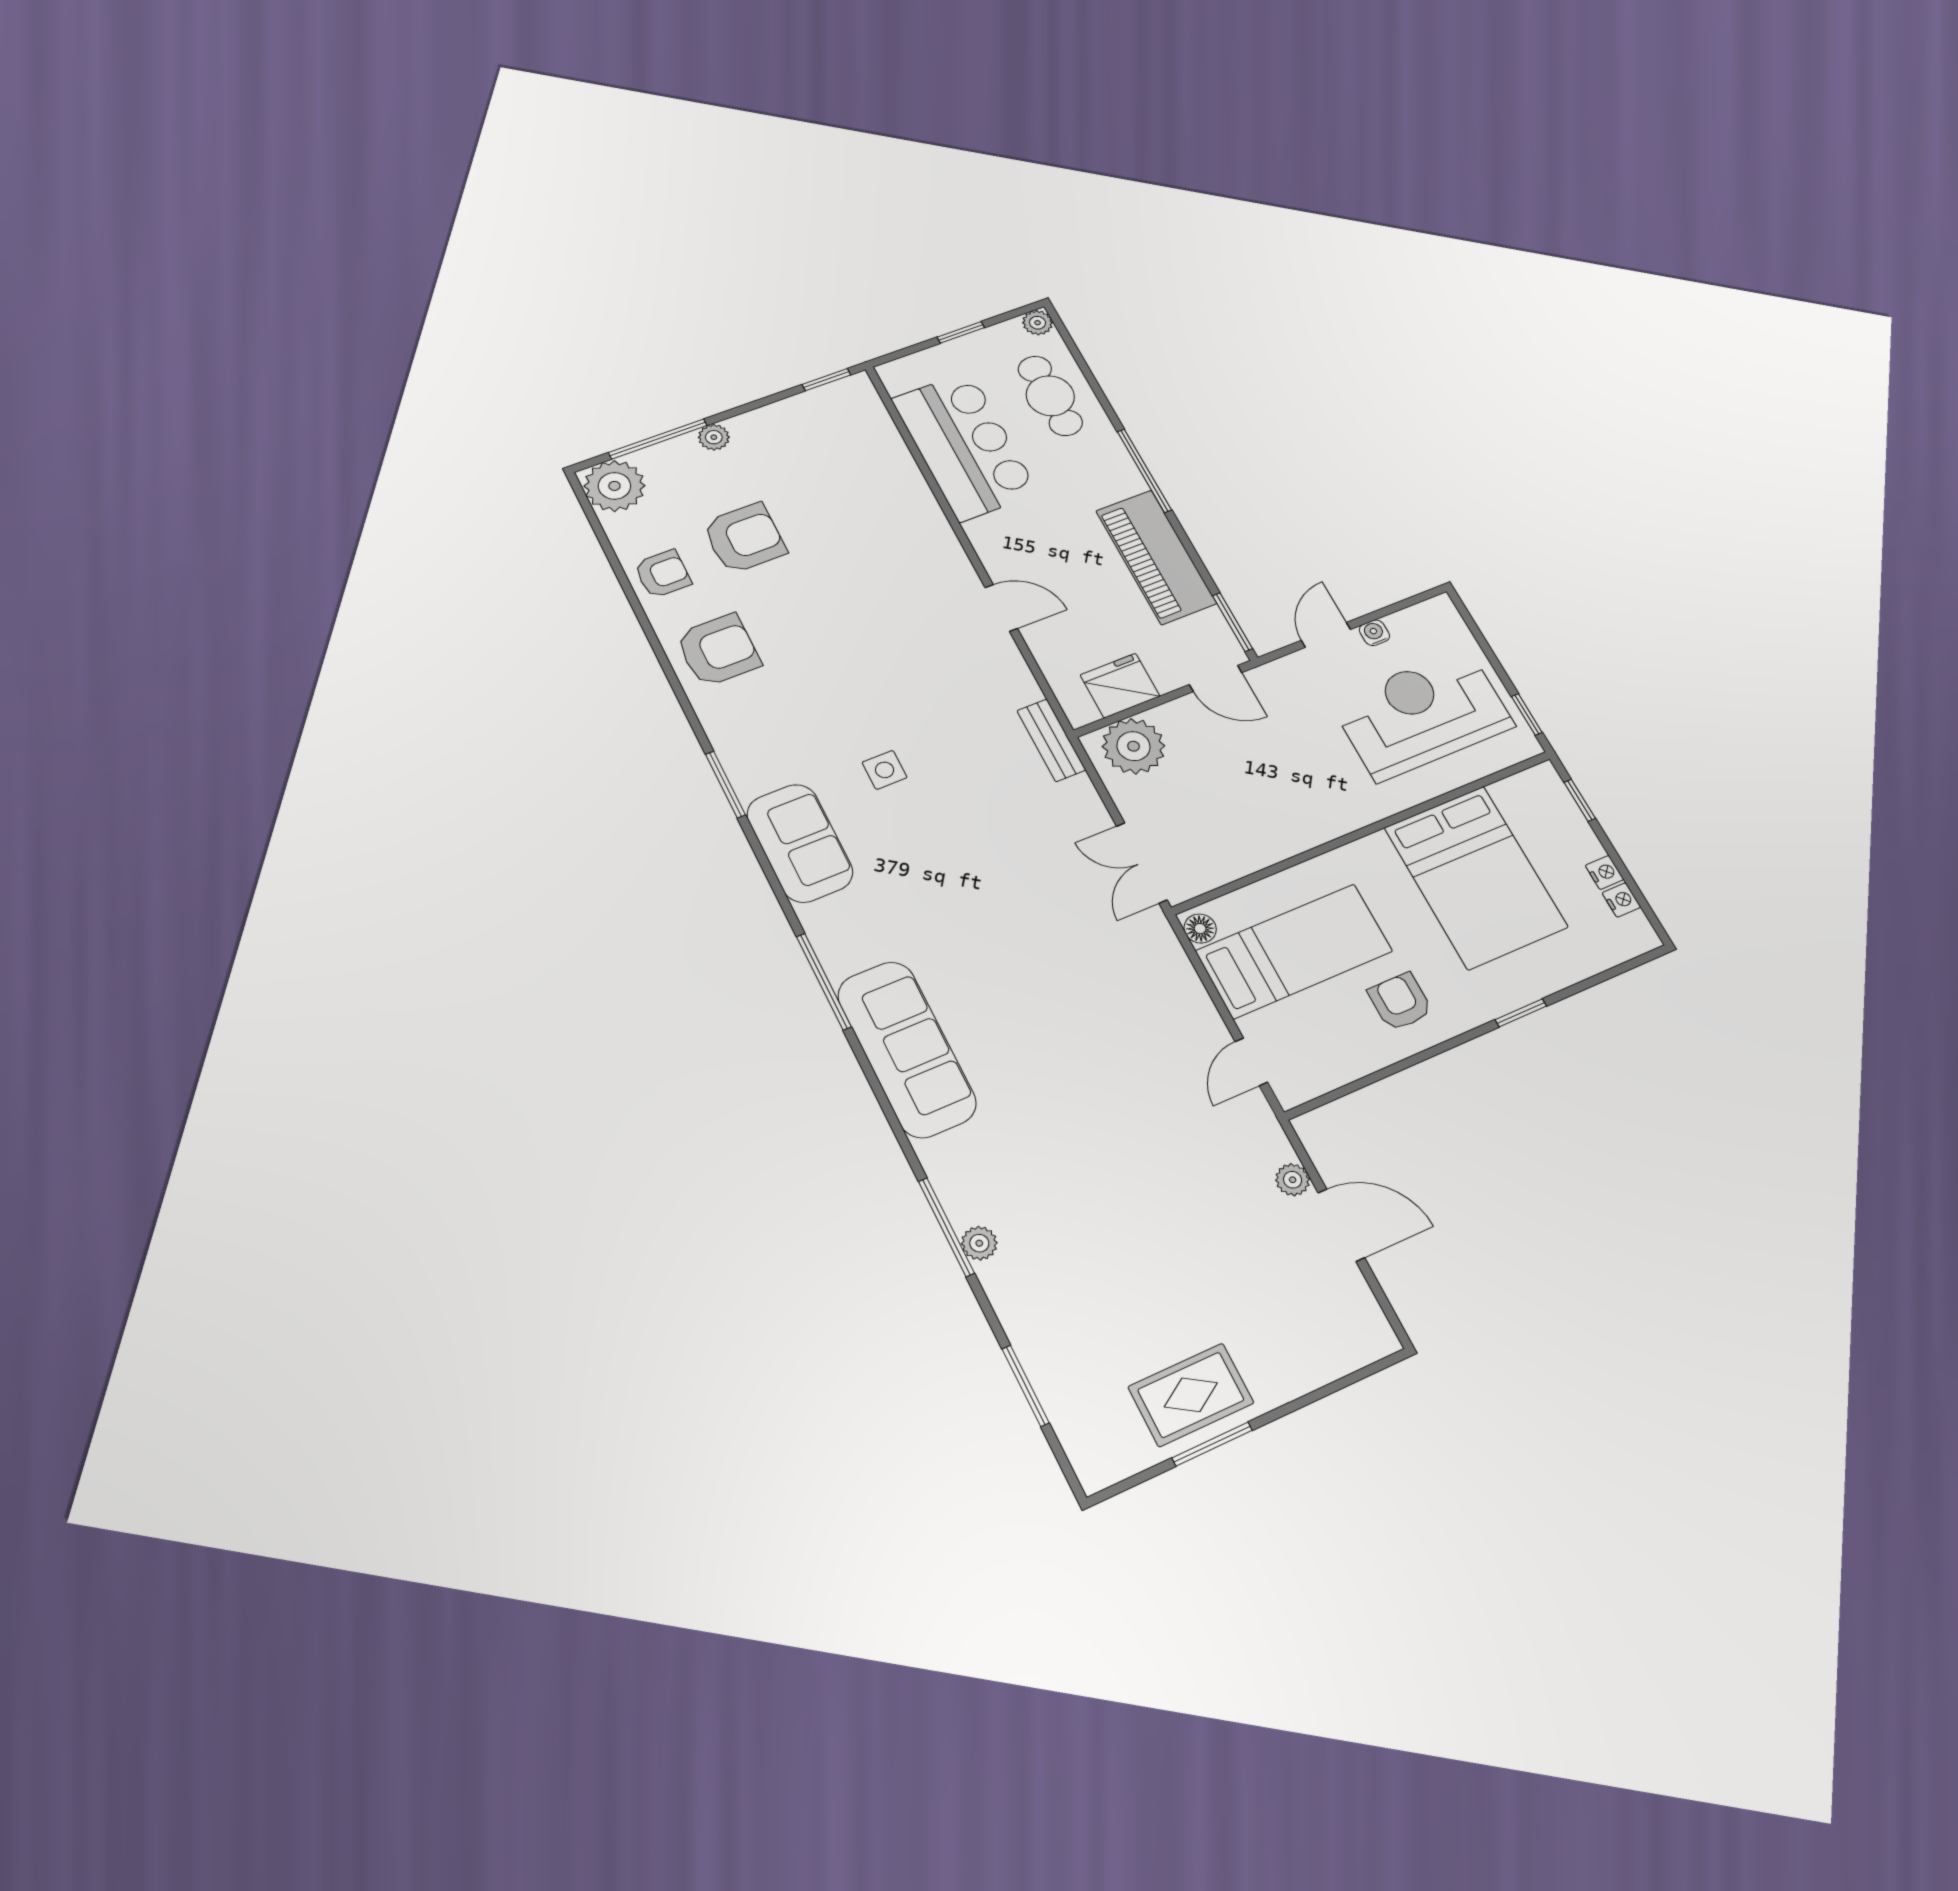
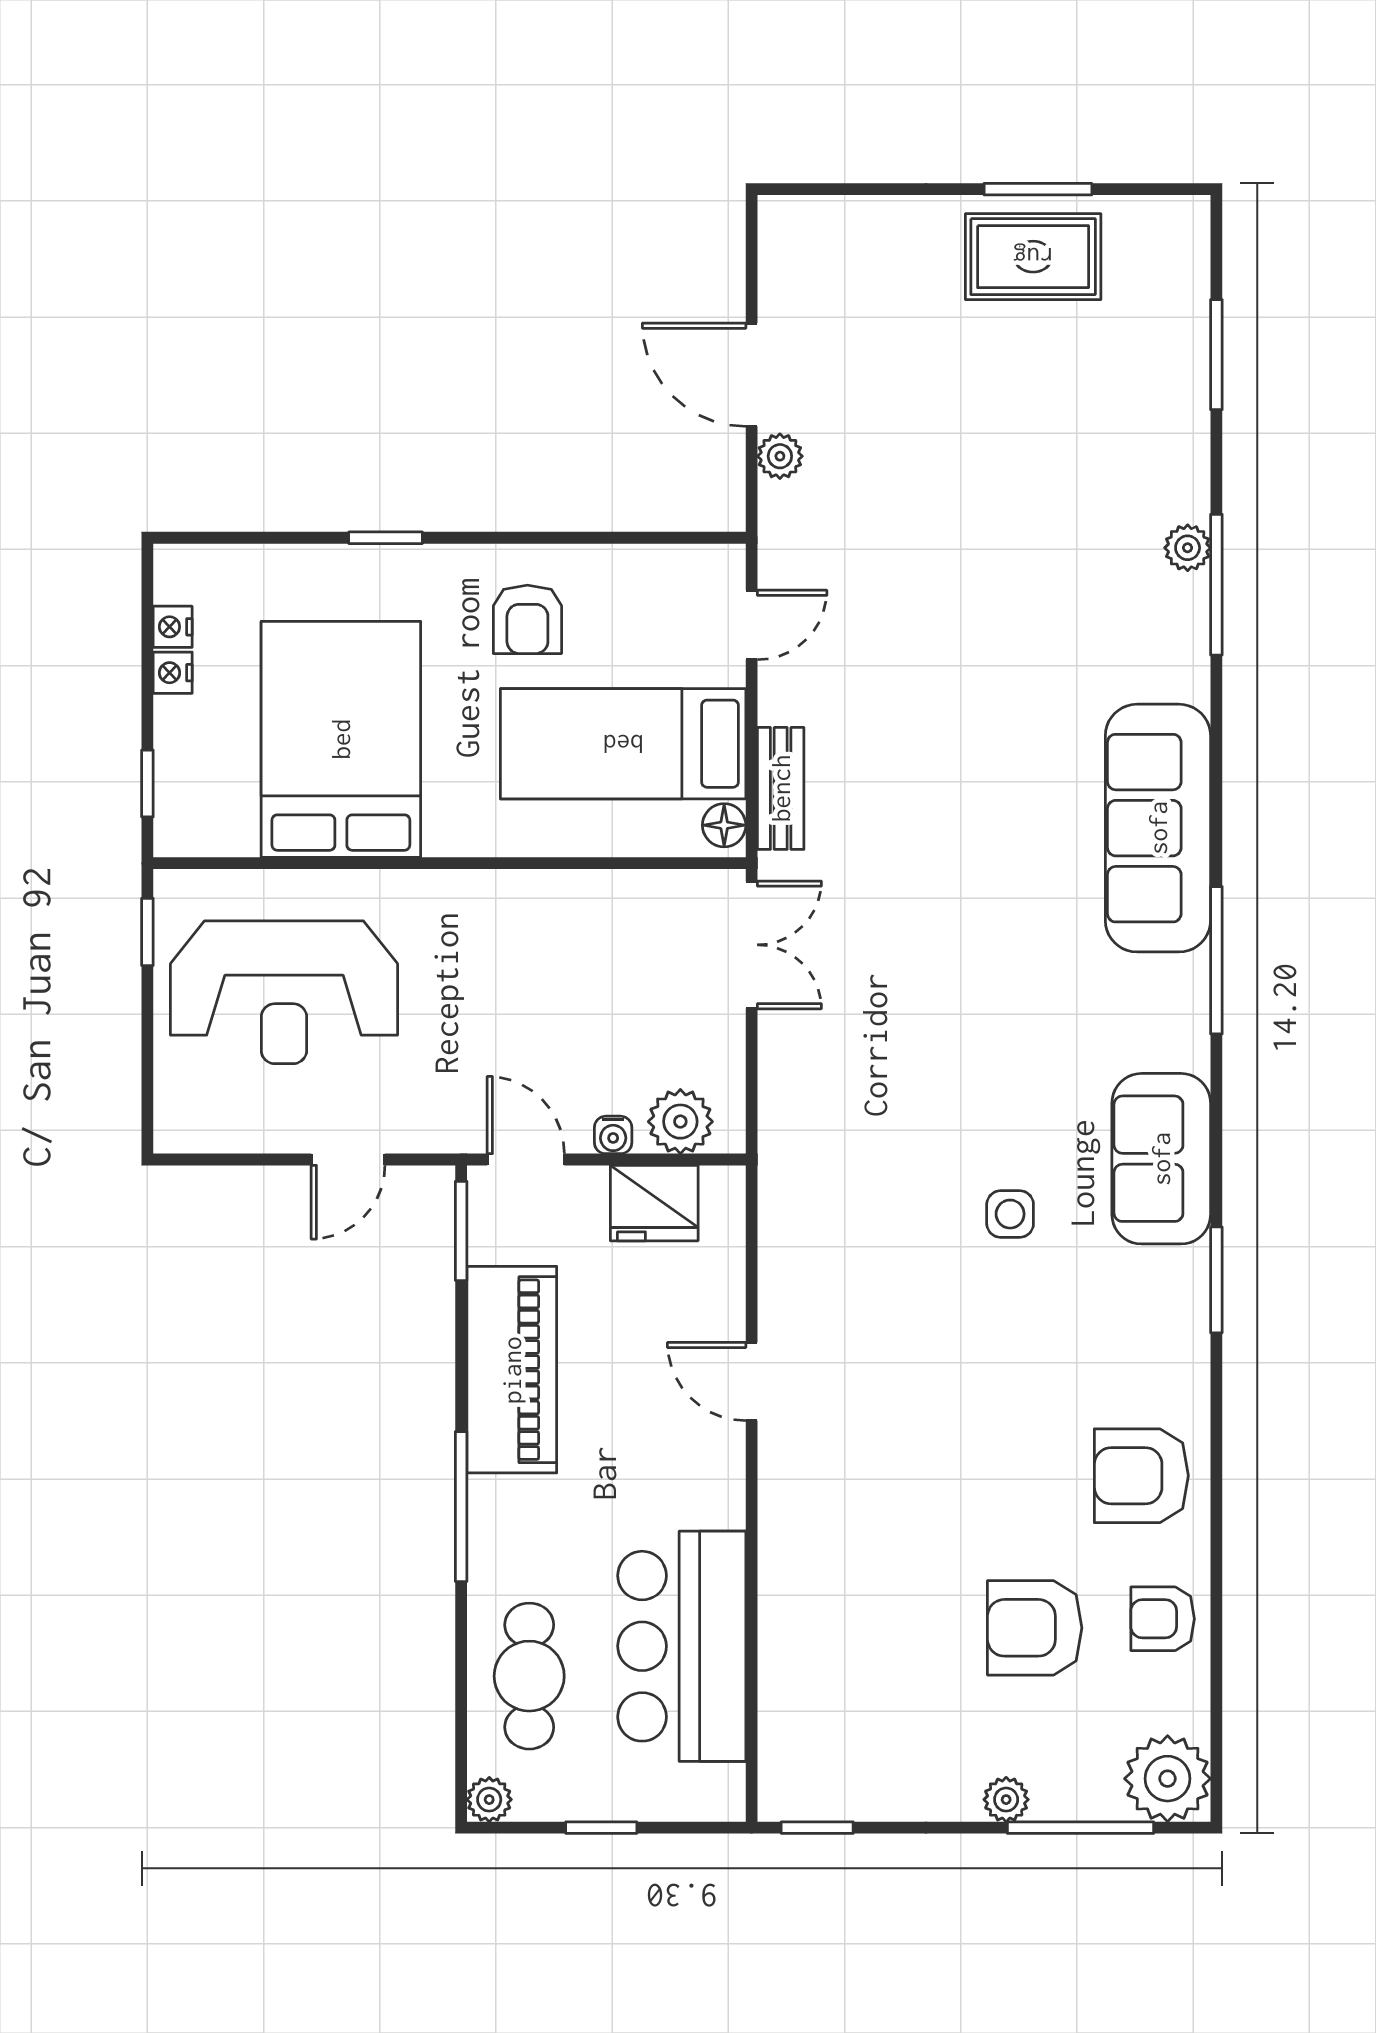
water cooler: (1374, 633) -> (613, 1135), moved
bench: (1051, 740) -> (781, 788), moved
plant: (1133, 746) -> (680, 1122), width x0.73, depth x0.73

